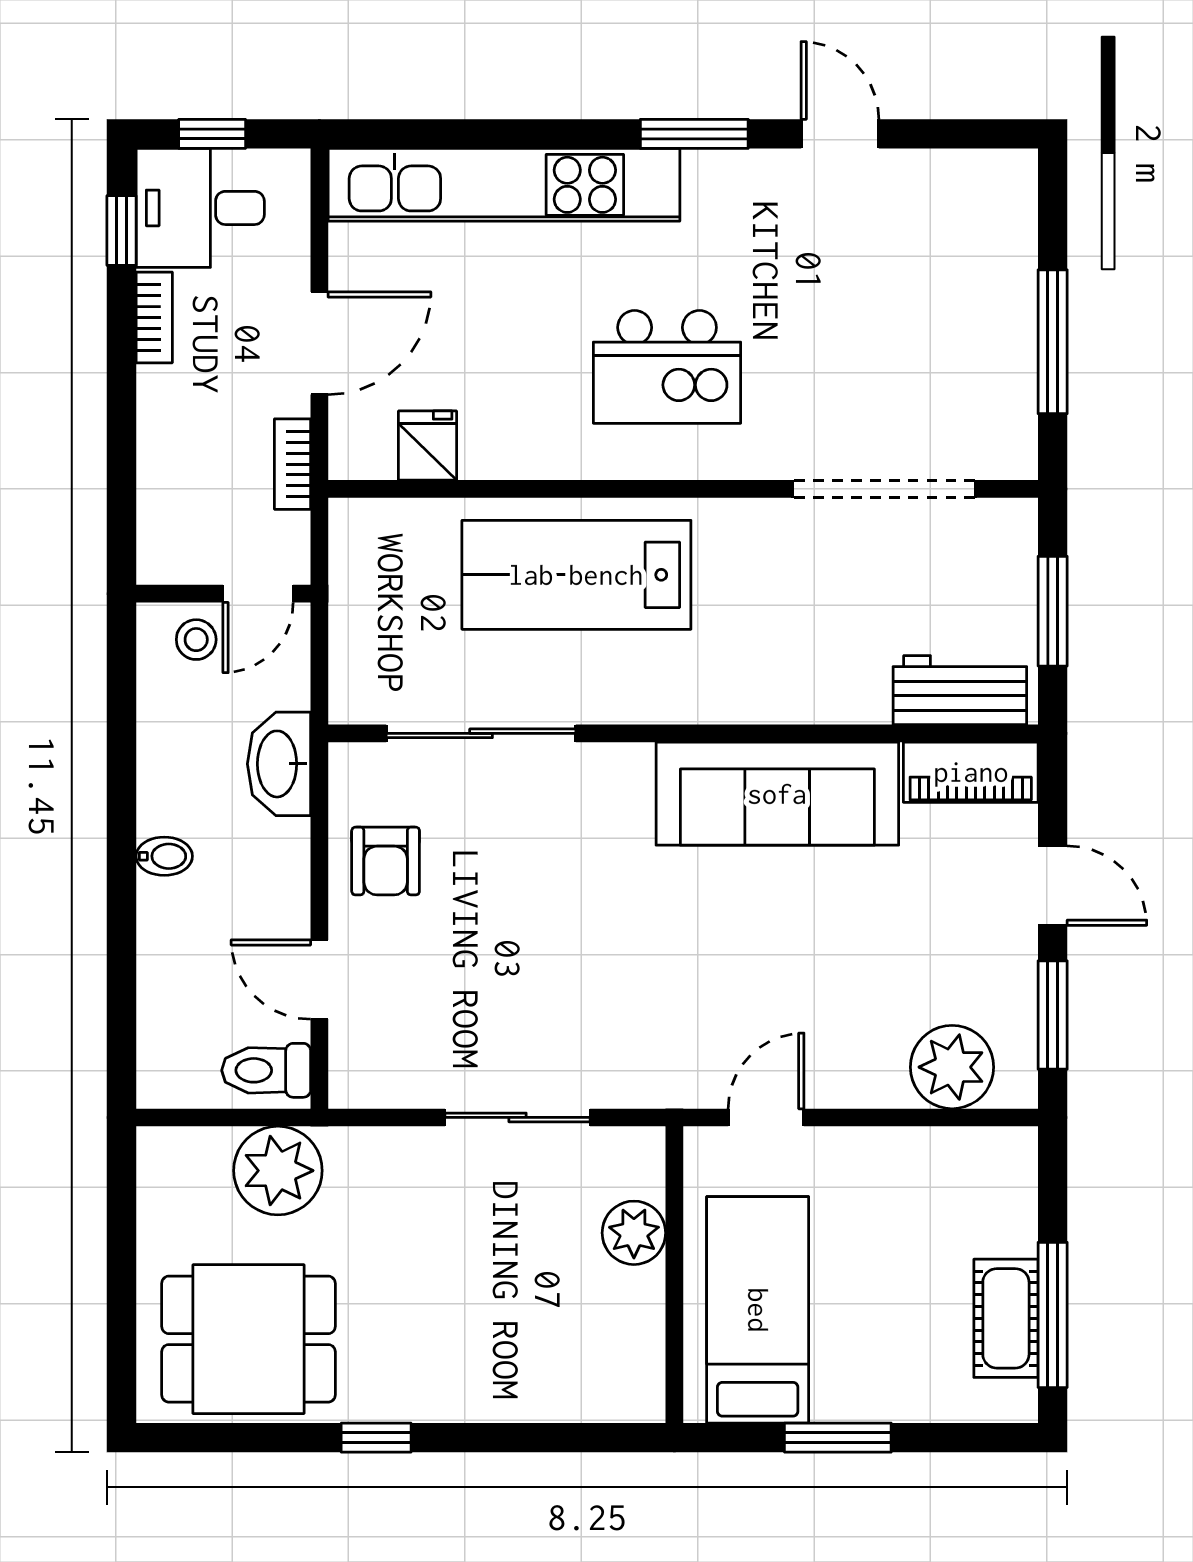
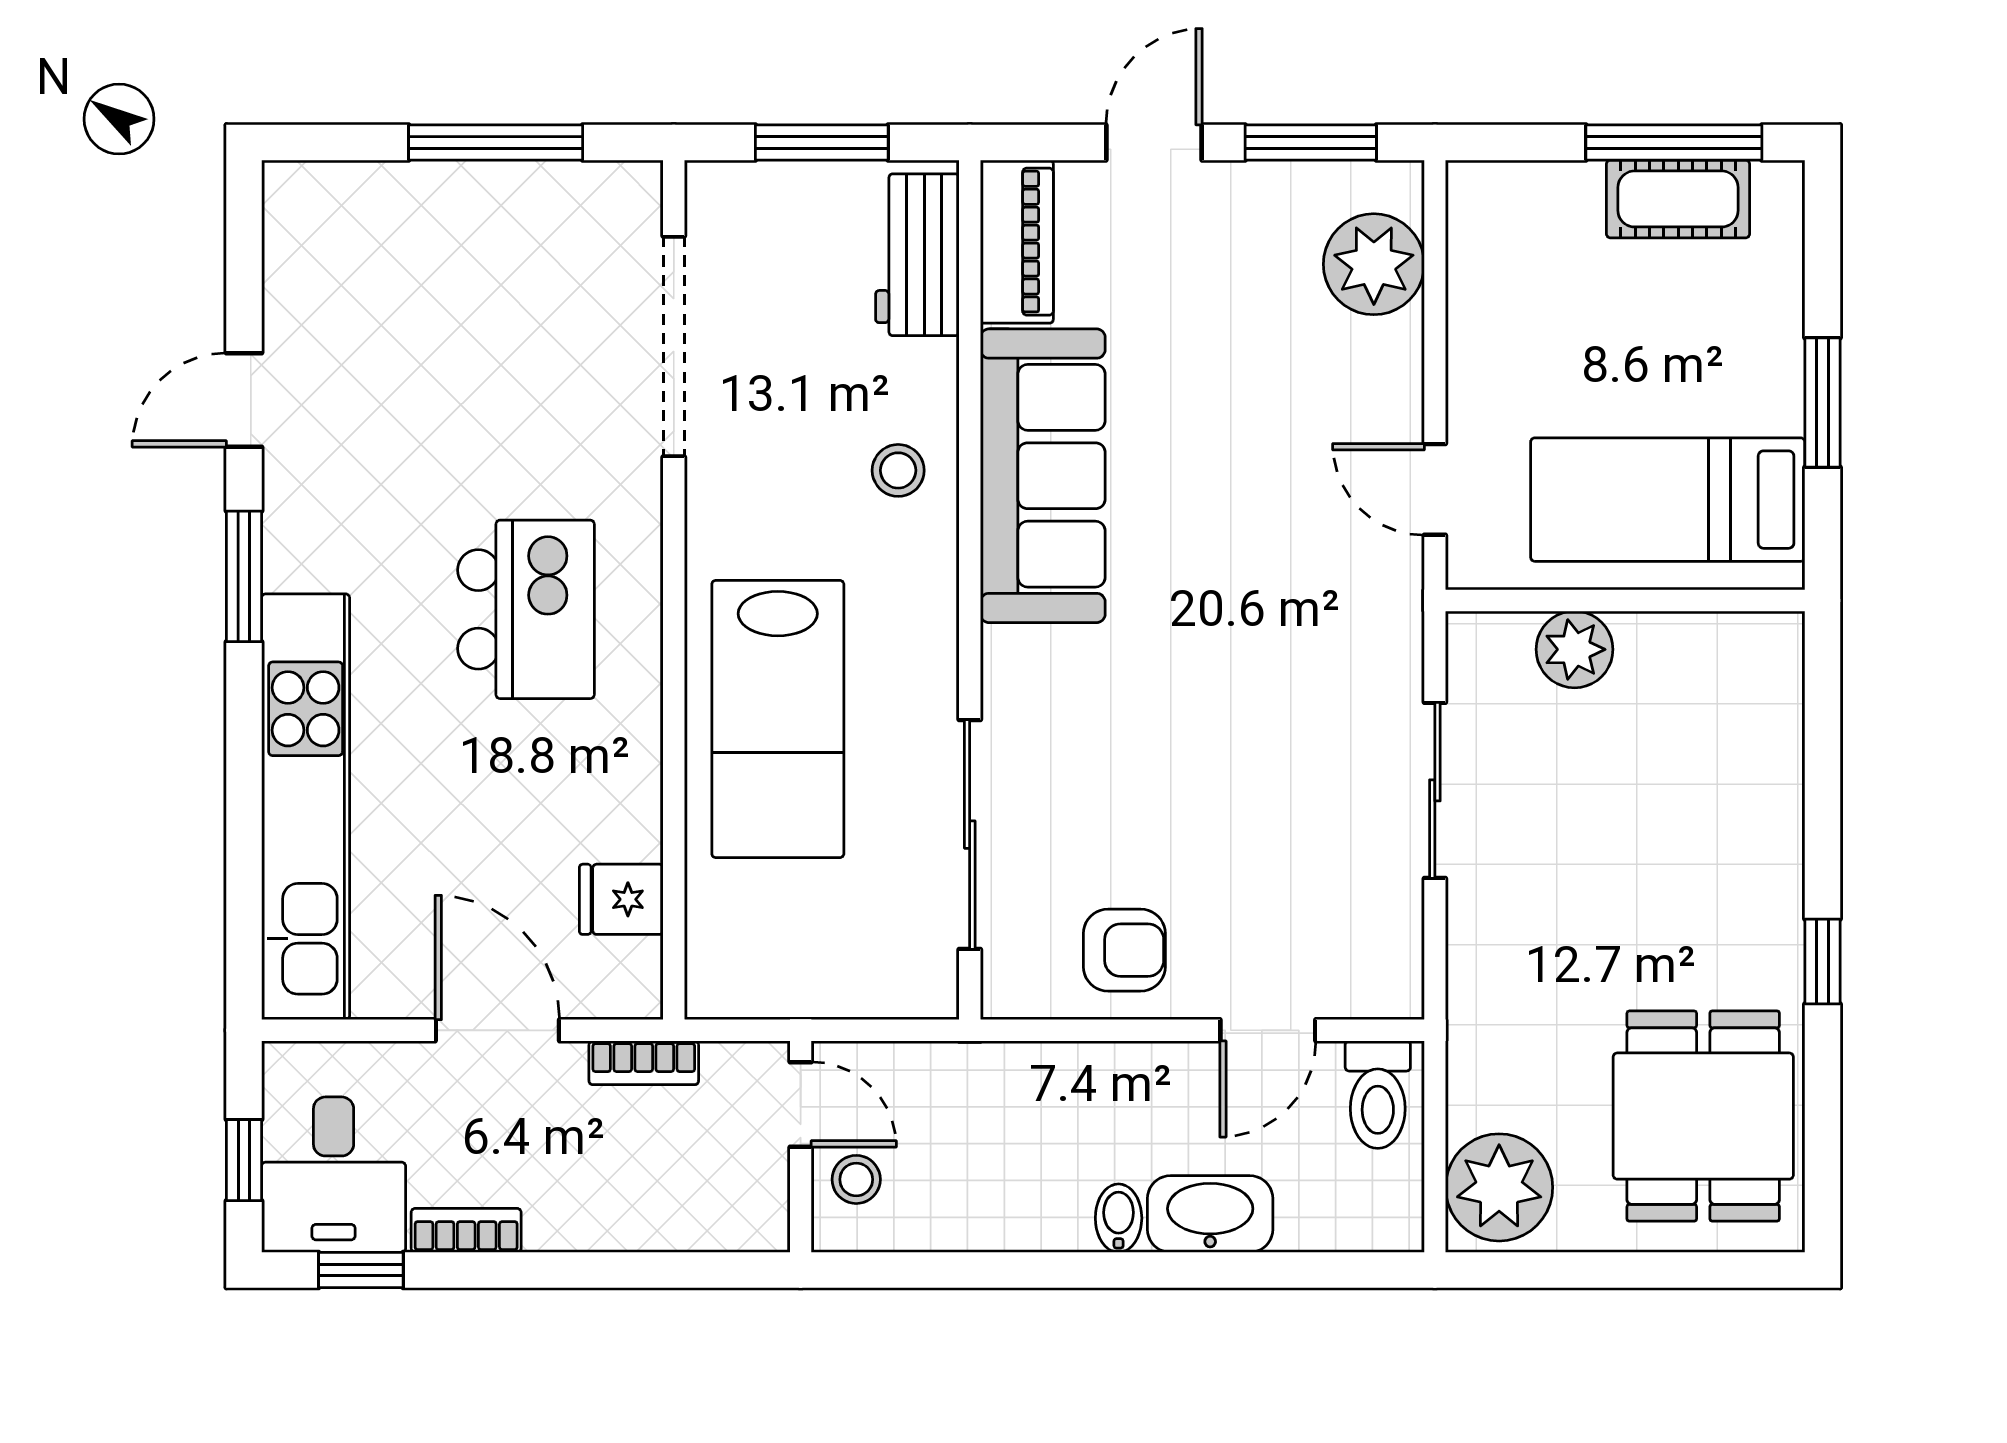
stool: (782, 674) -> (898, 470), added
washbasin: (279, 764) -> (1210, 1214), moved, turned 180
plant: (278, 1171) -> (1499, 1187), moved

